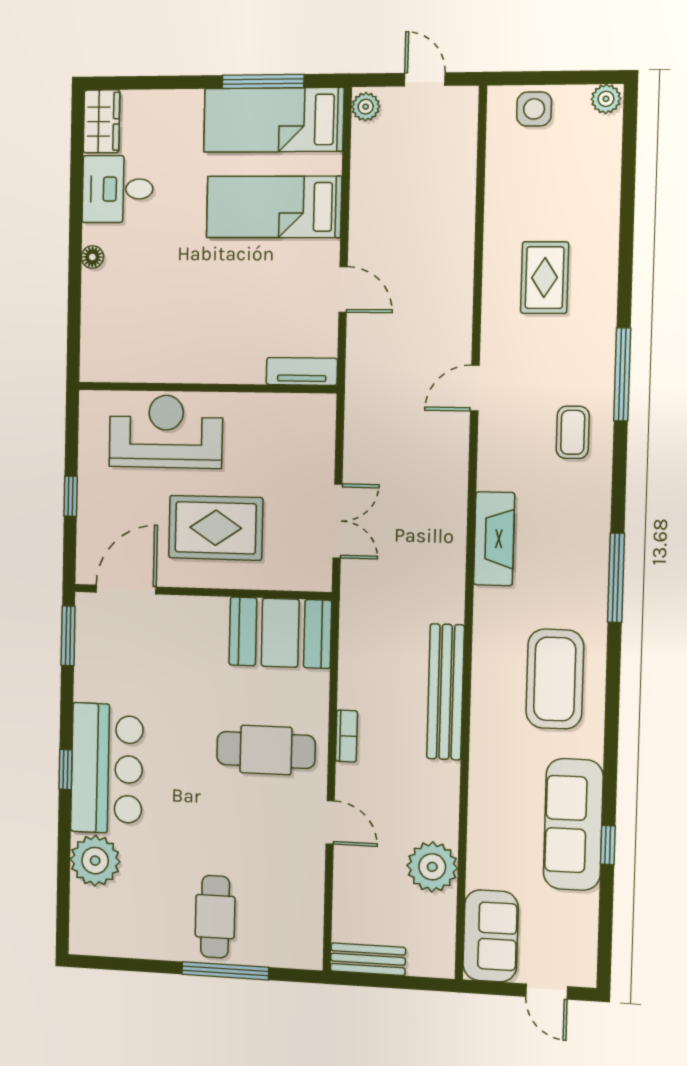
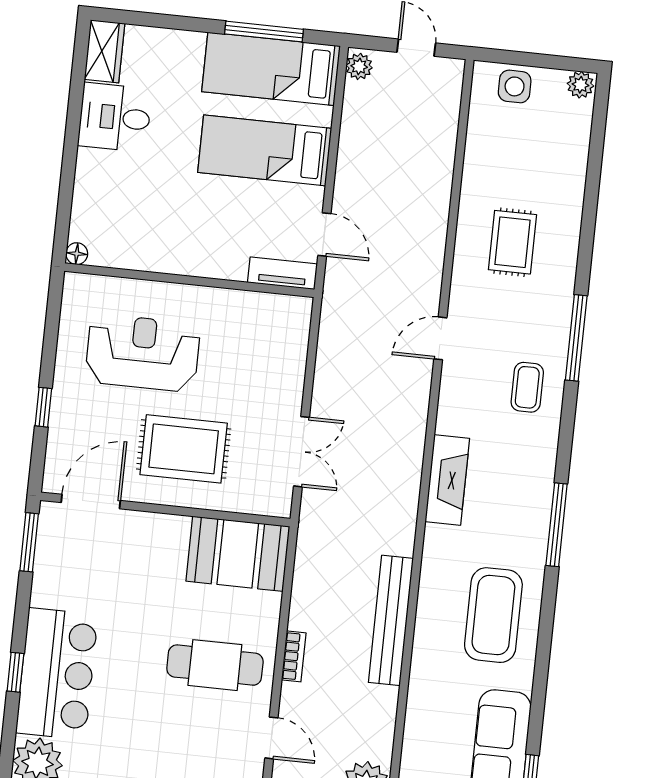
floor lamp: (92, 257) -> (77, 254), moved
tv unit: (302, 371) -> (282, 273), moved
wall: (206, 388) -> (189, 280), moved

